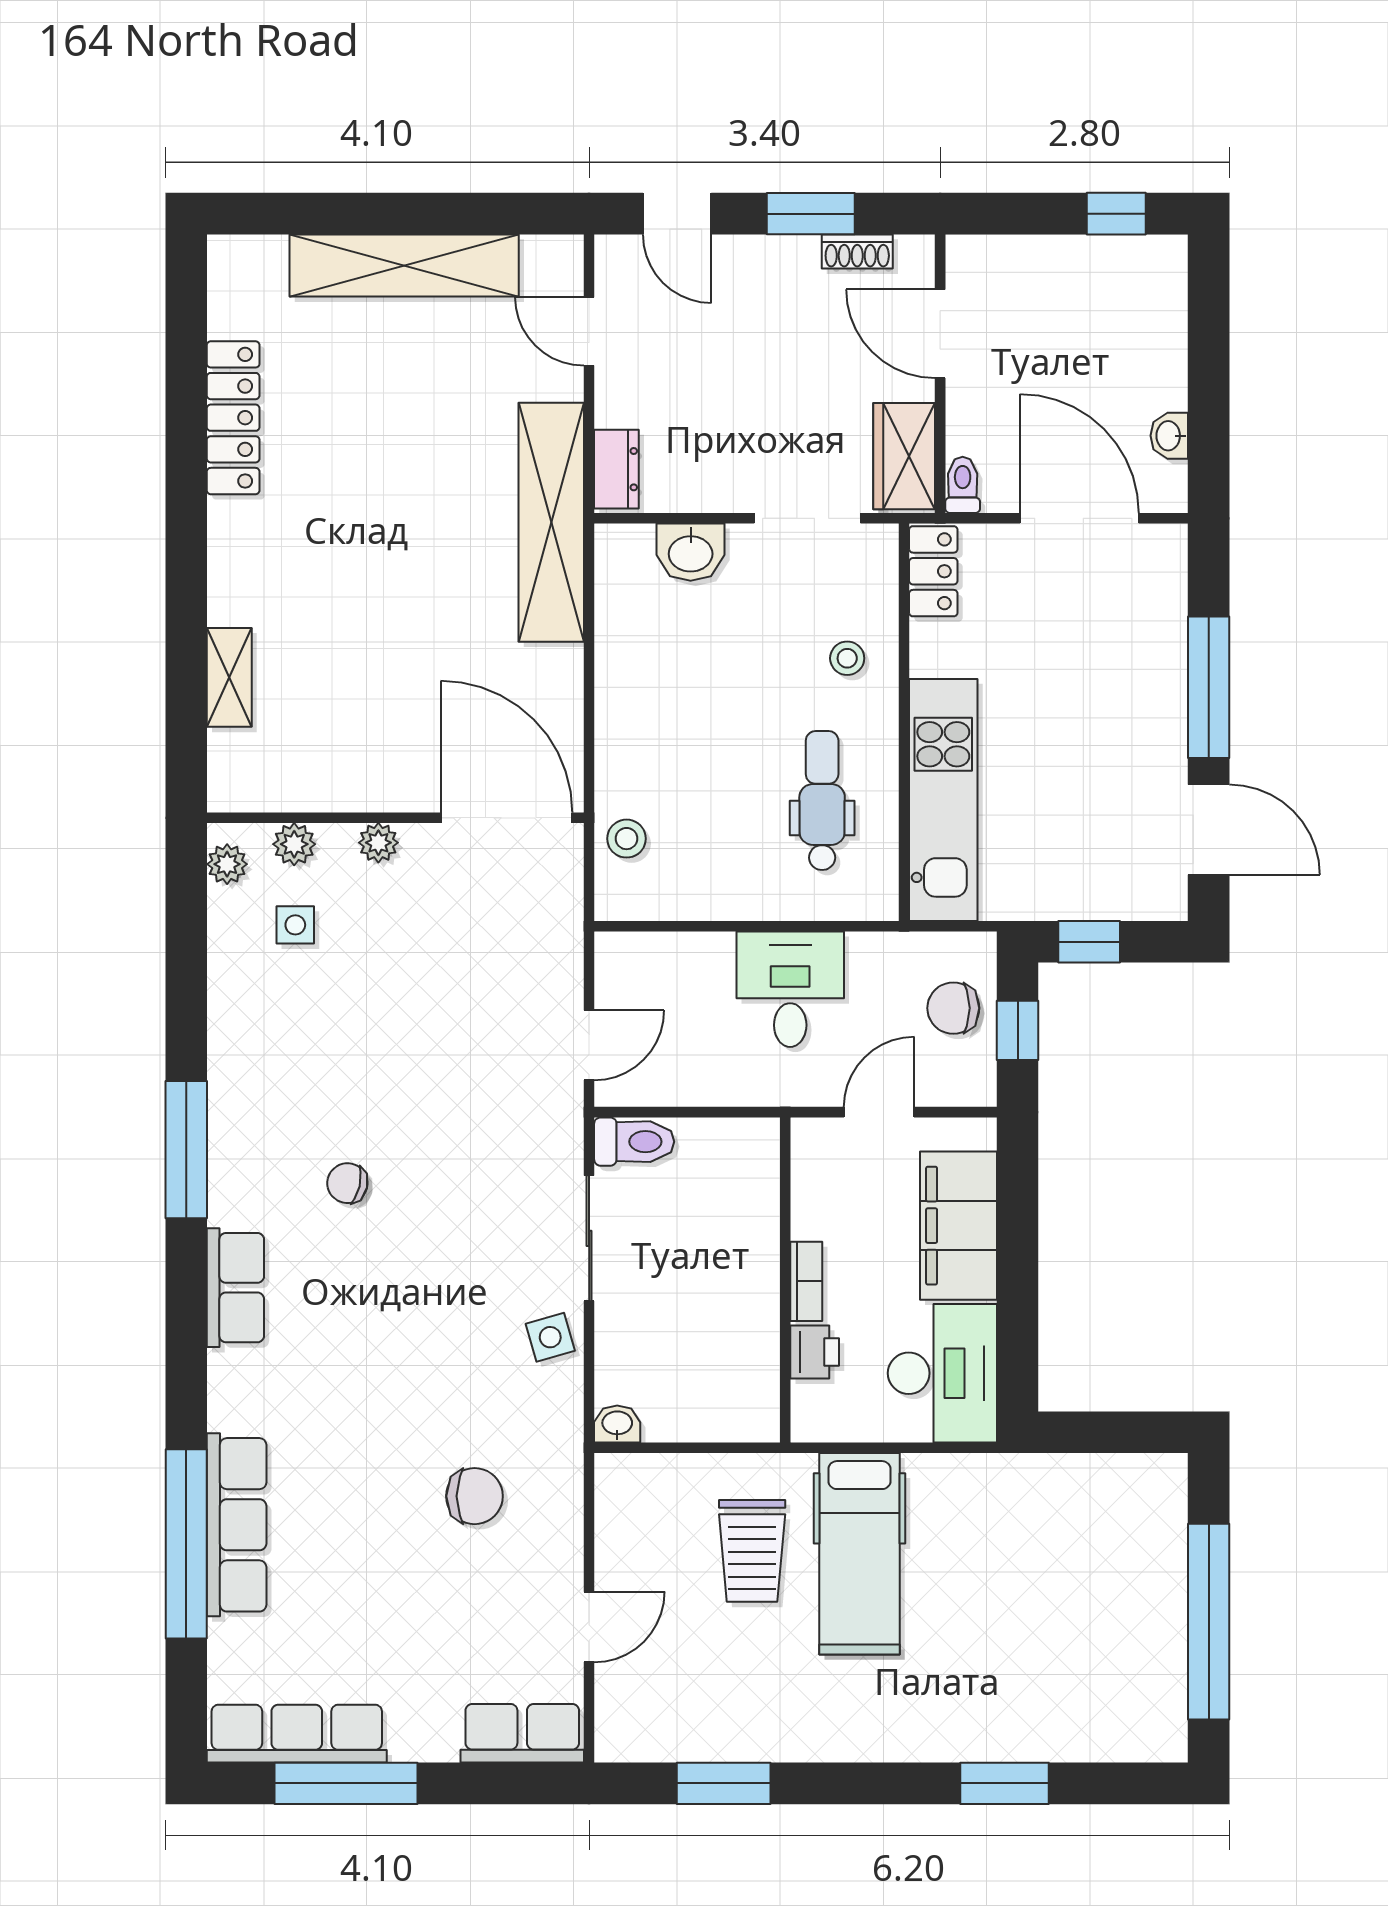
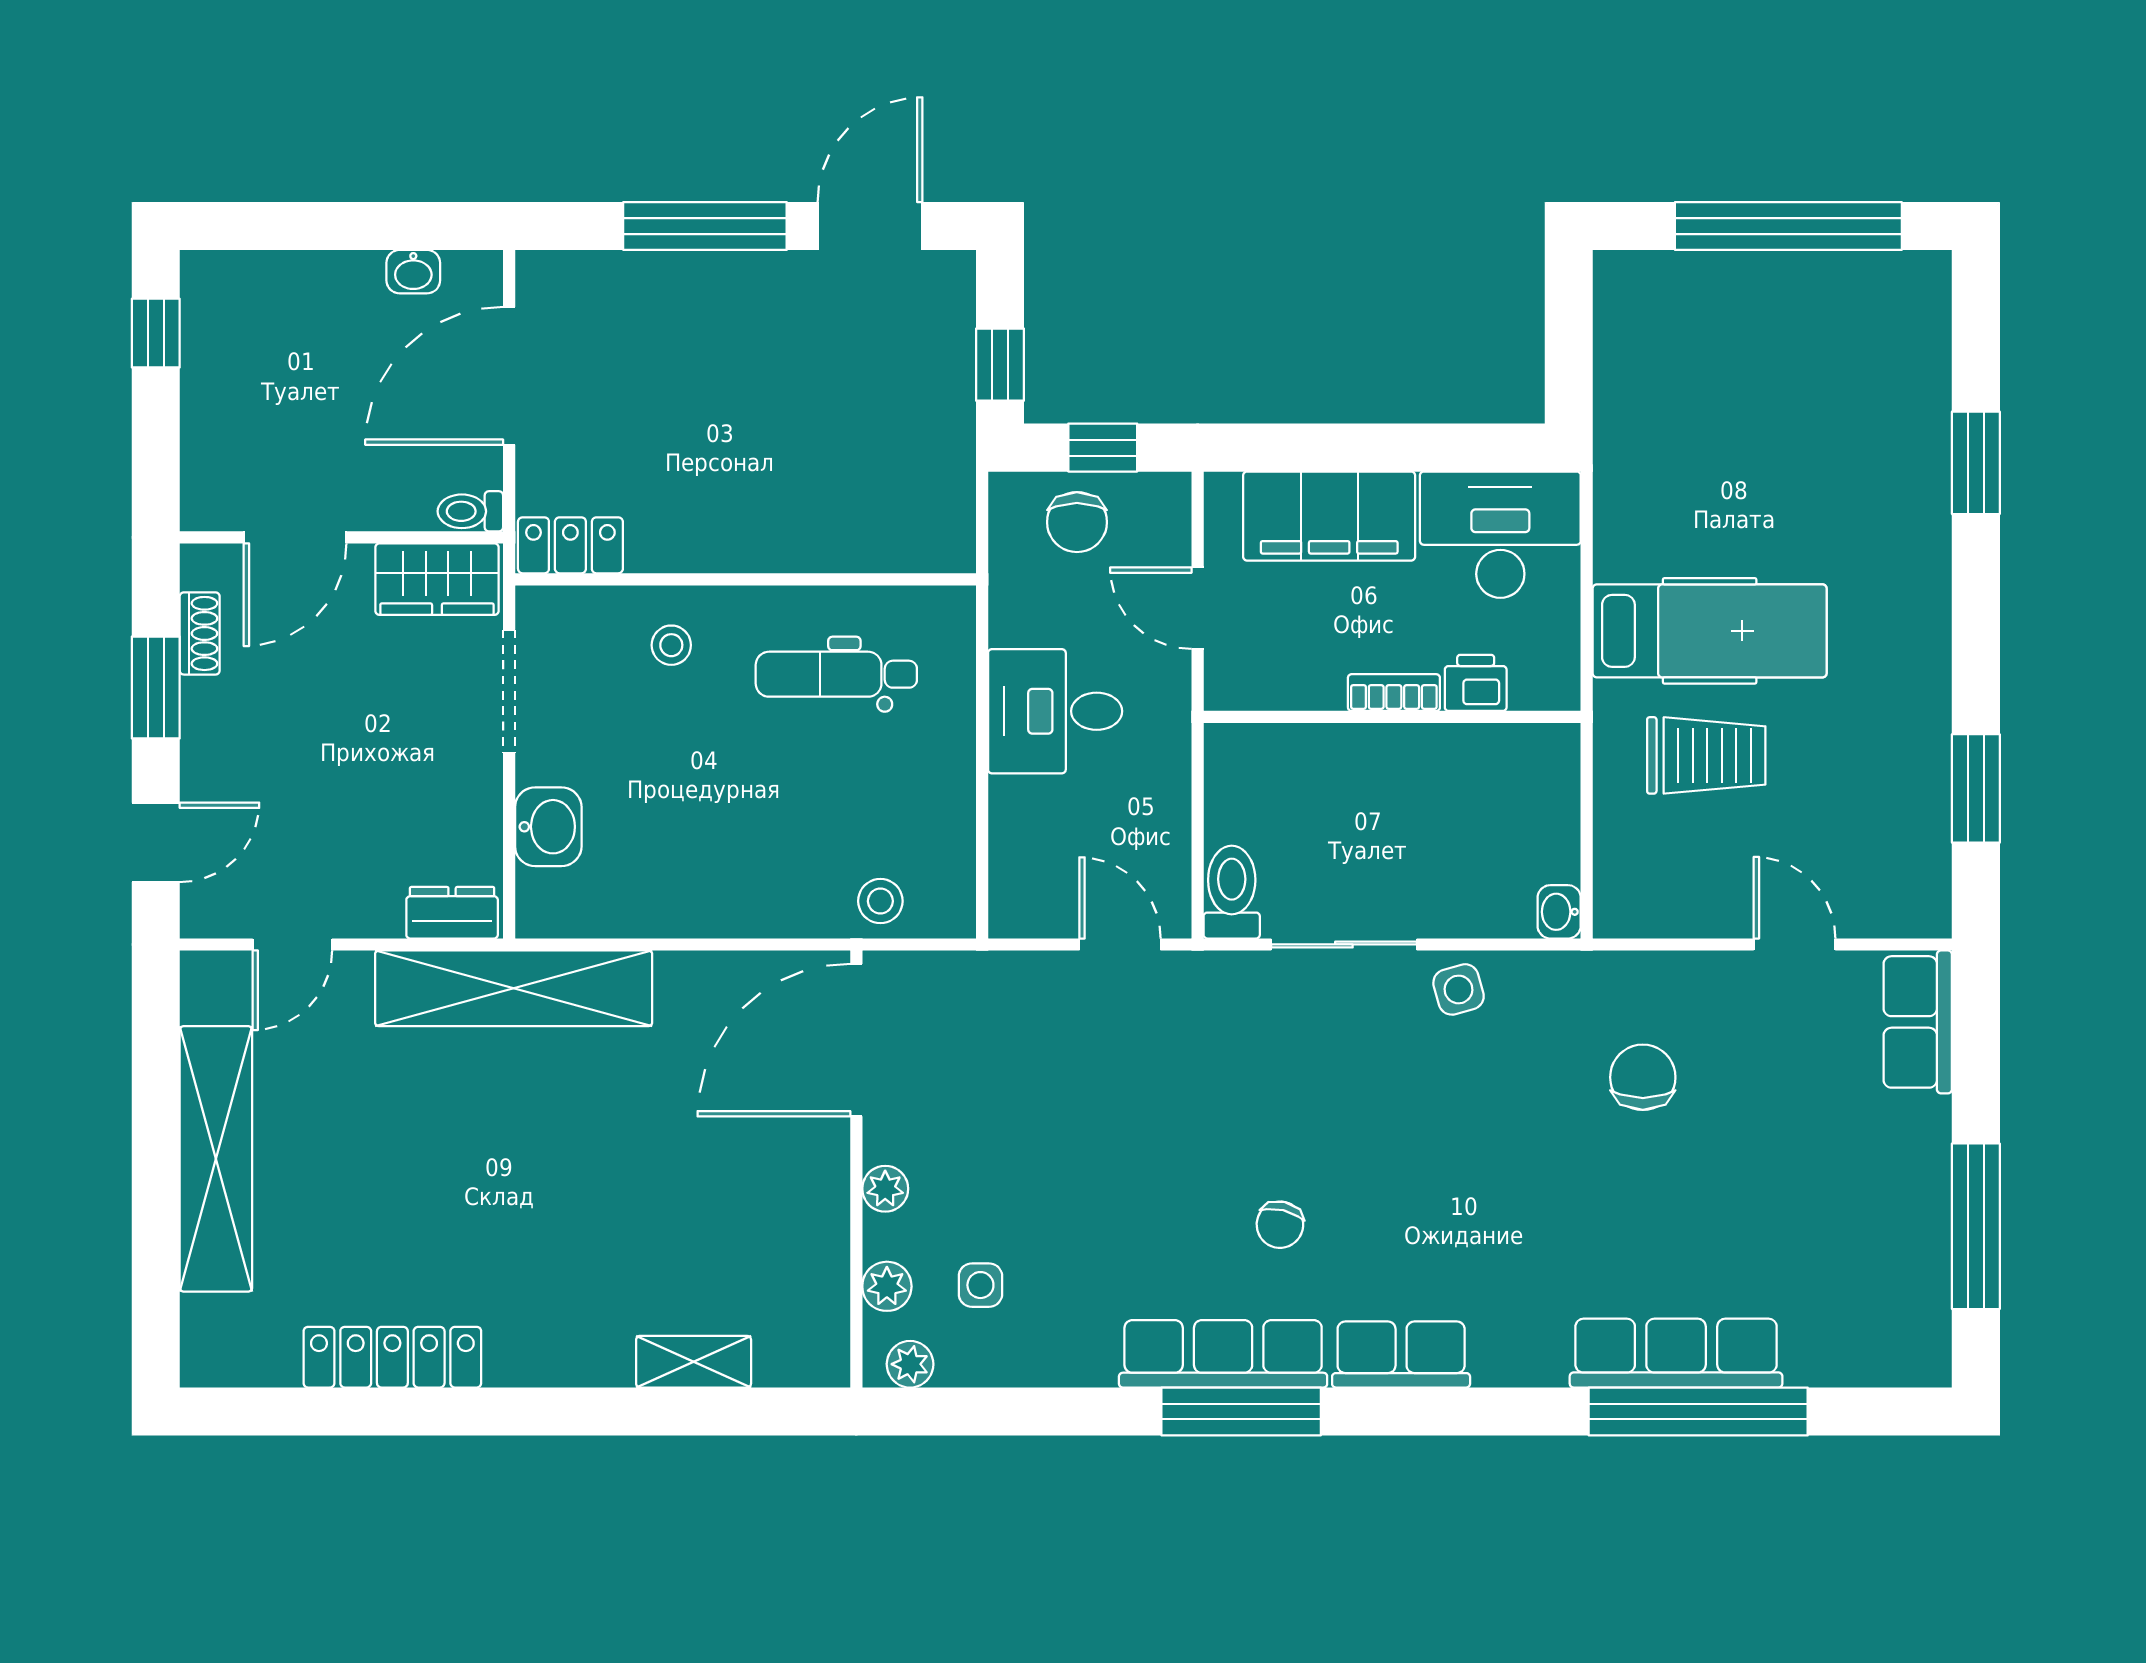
kitchen unit: (943, 800) -> (836, 534), removed
row of seats: (297, 1734) -> (1223, 1354), moved, turned 90

